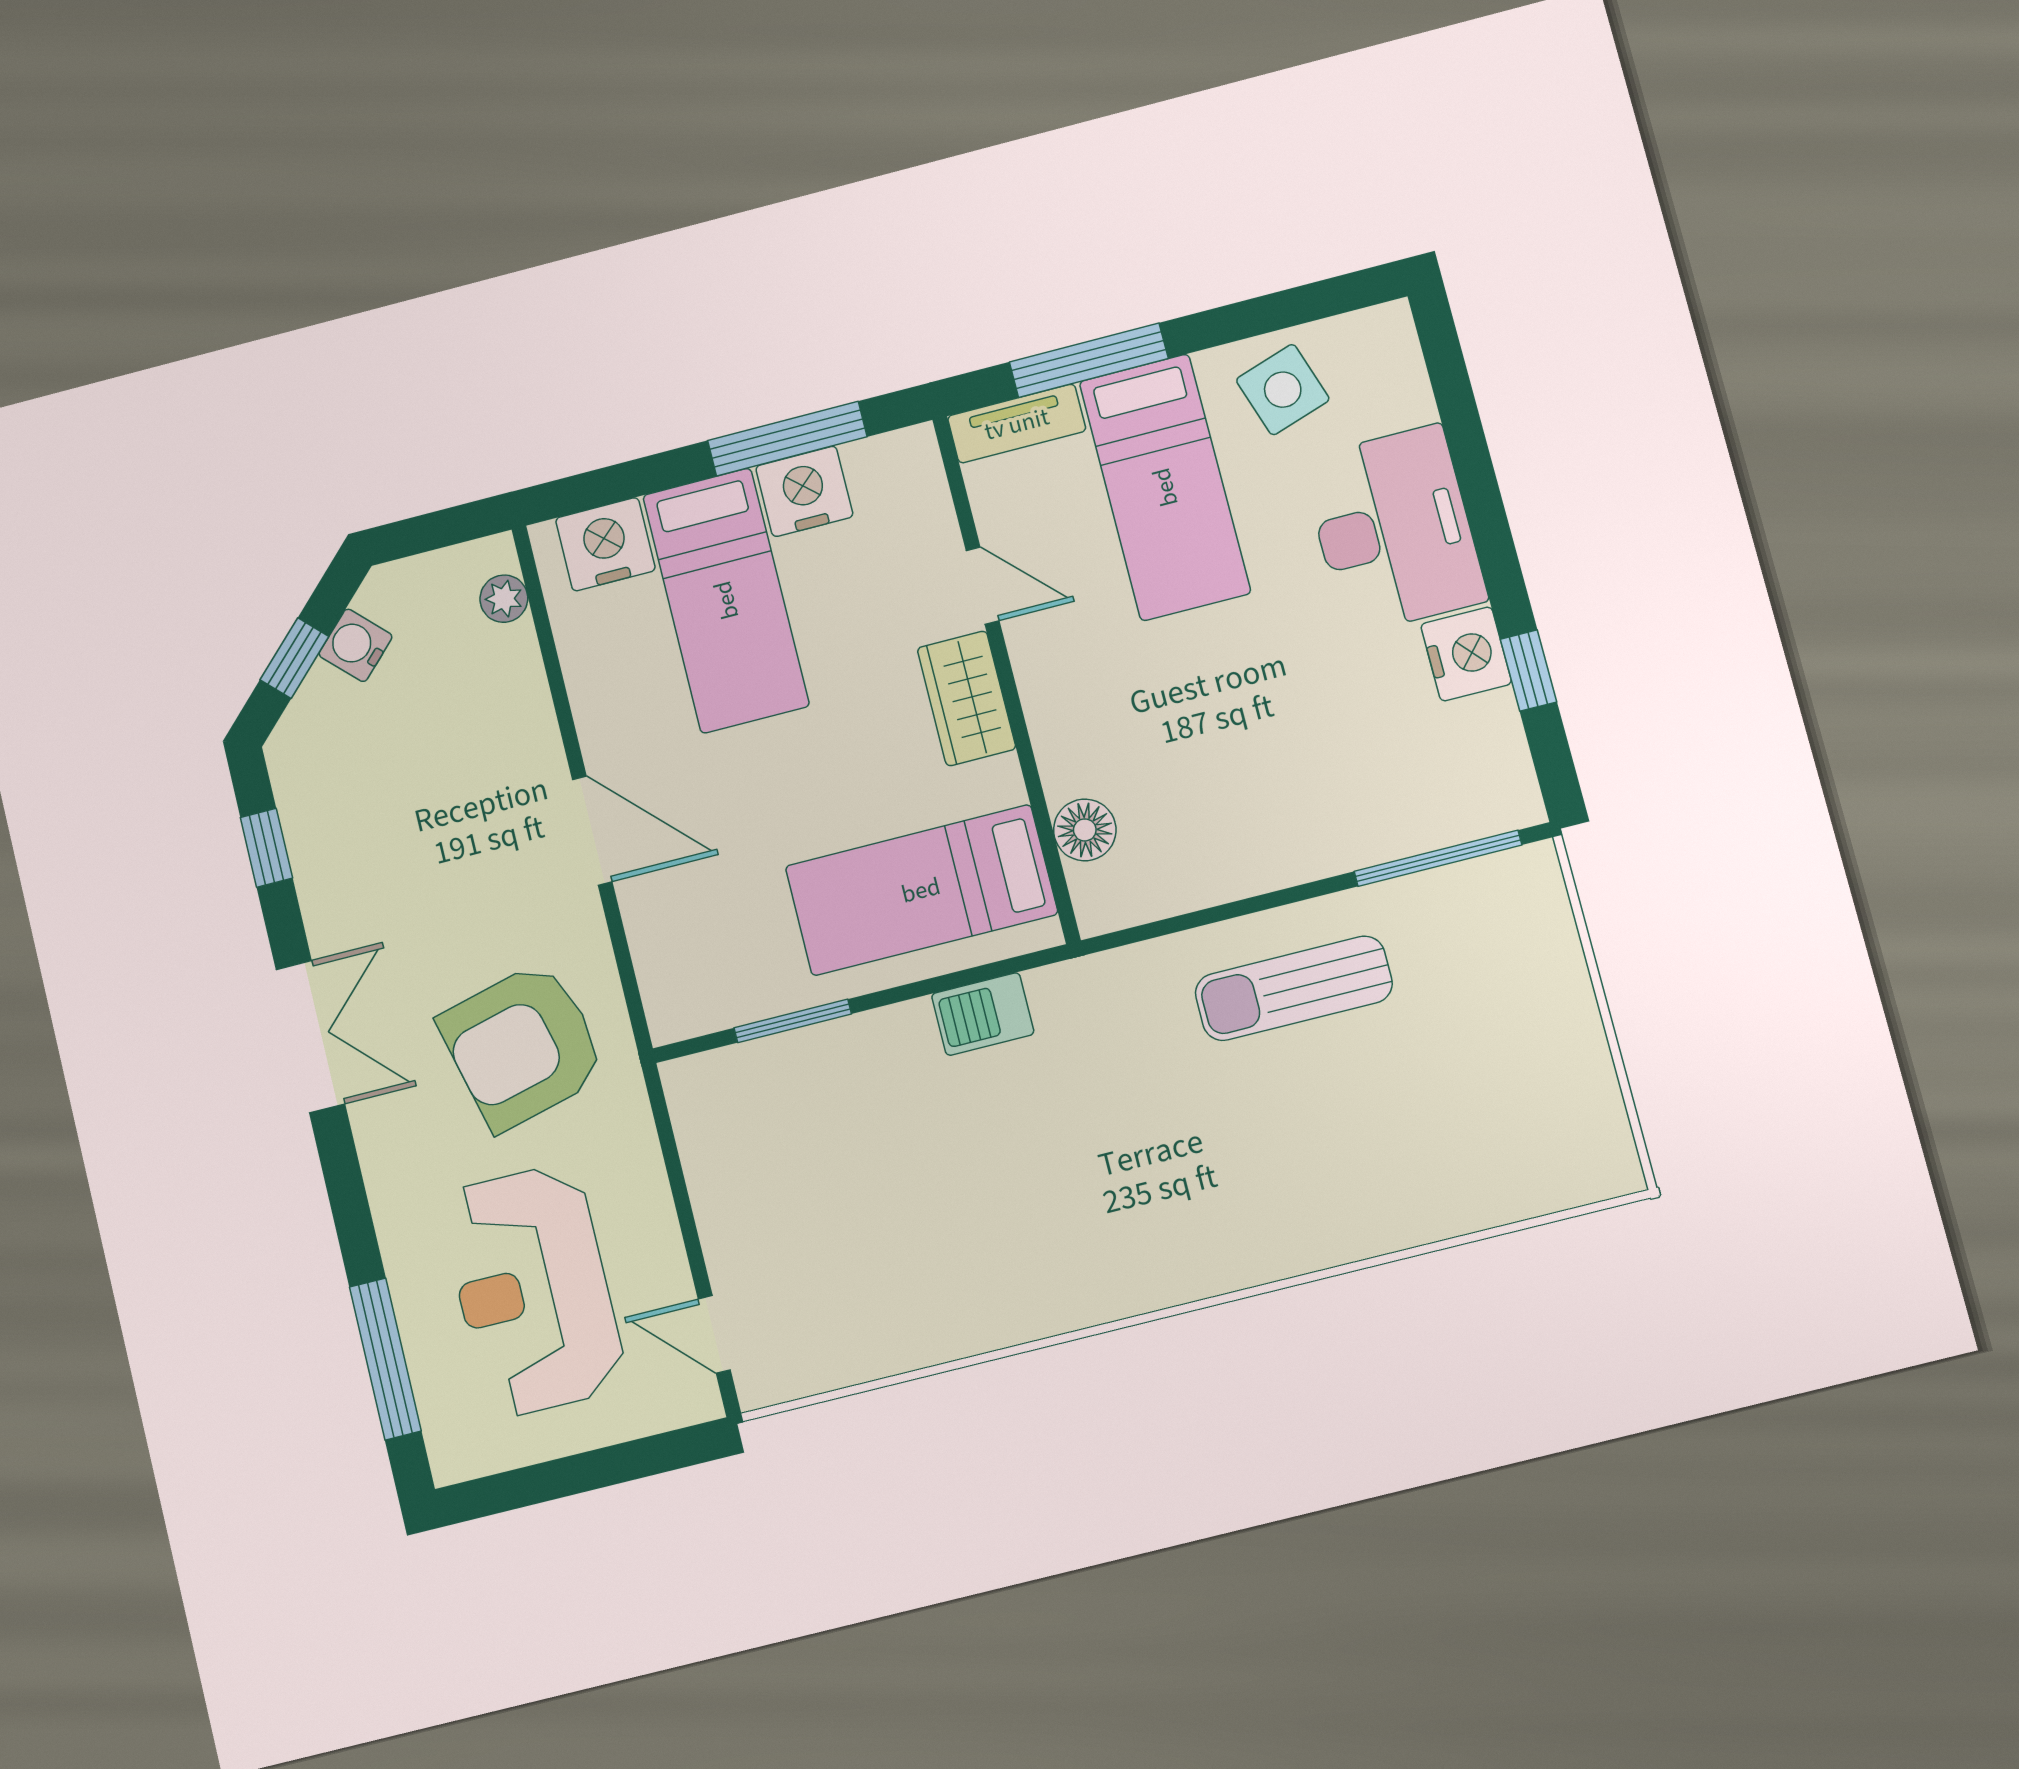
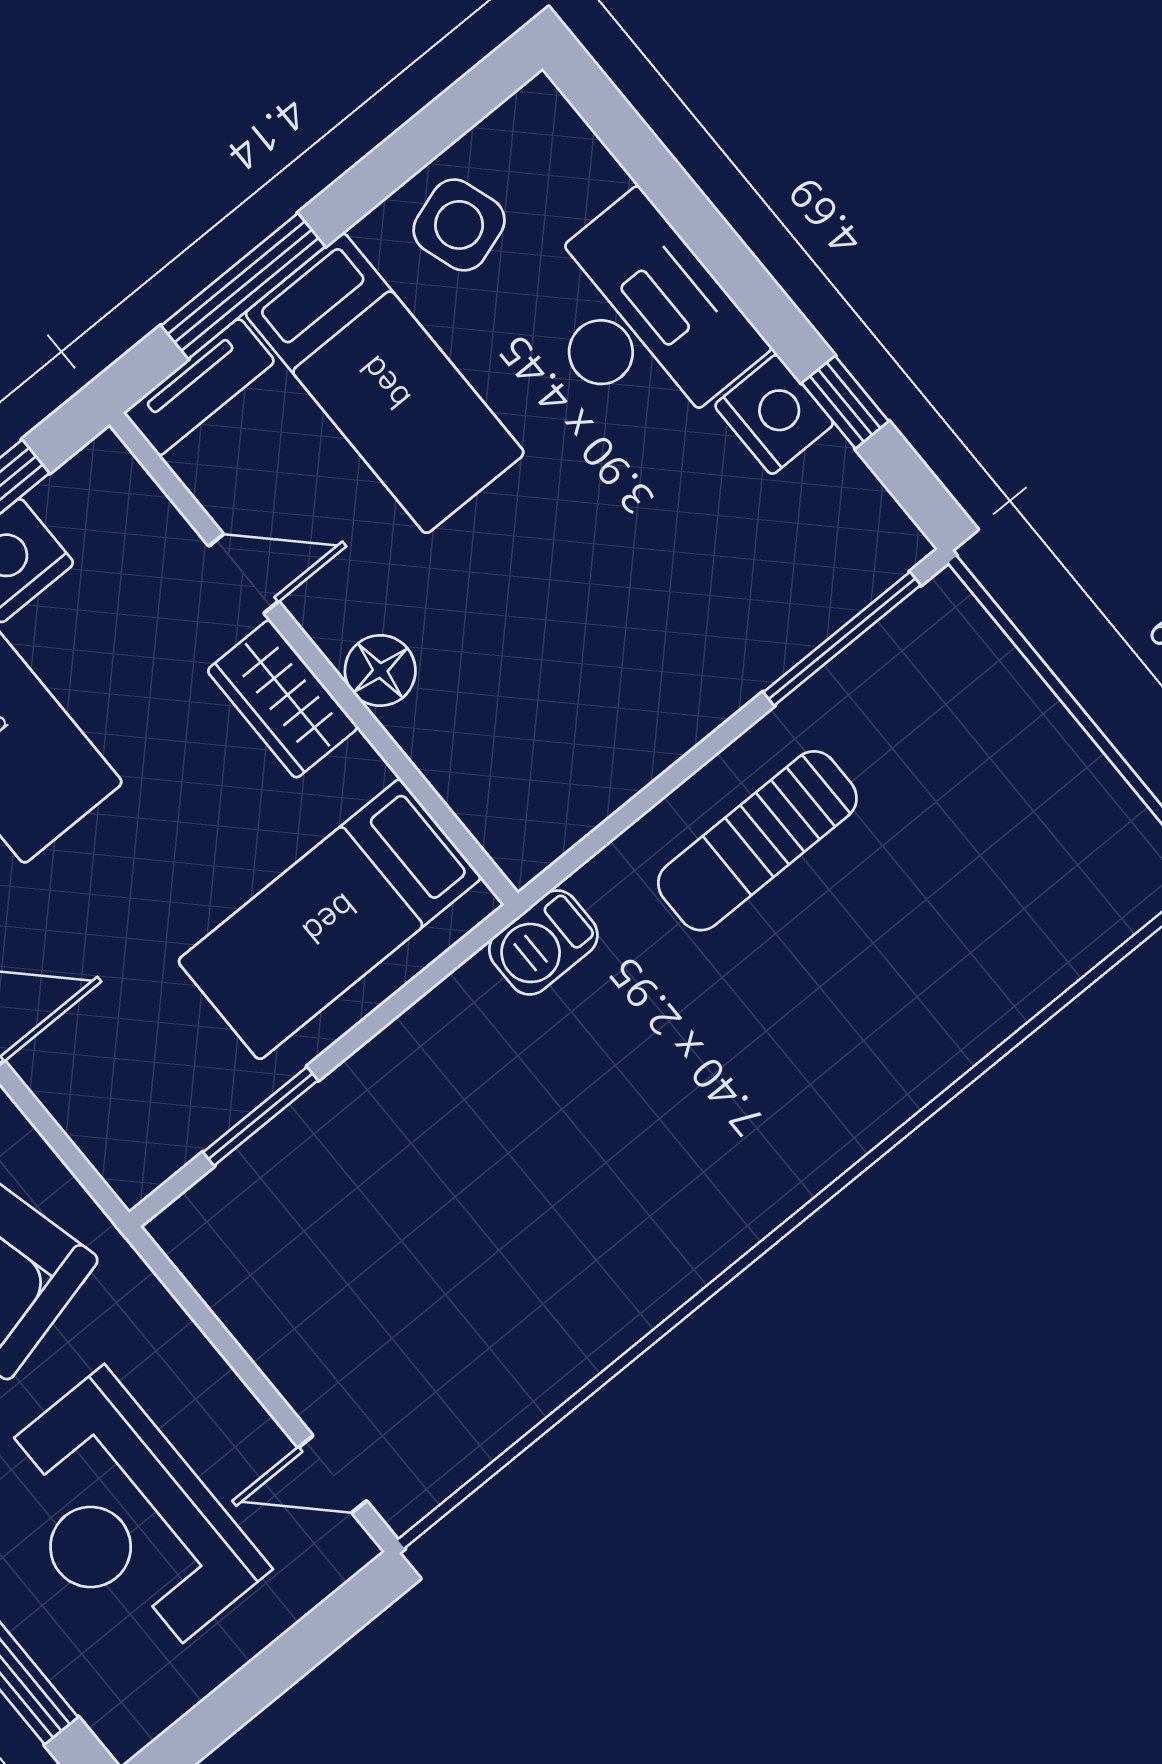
floor lamp: (1085, 830) -> (380, 671), moved
barbecue: (983, 1014) -> (543, 942), moved

